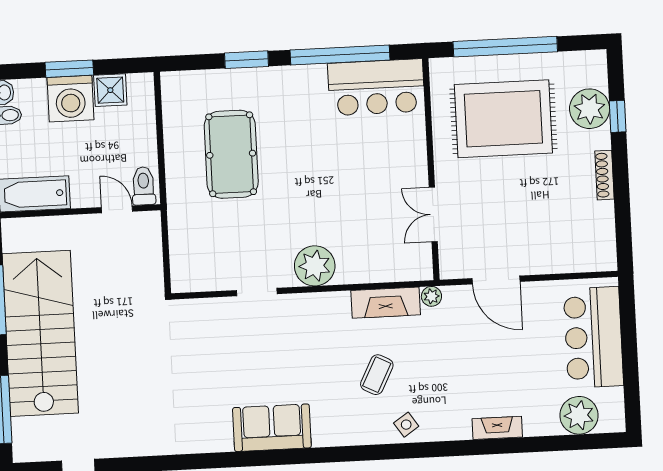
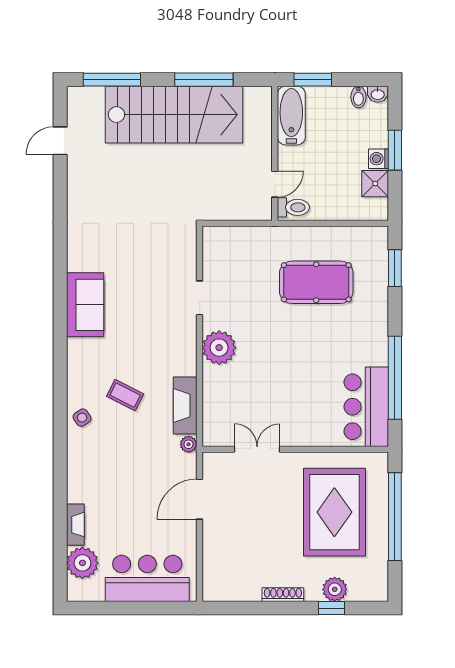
window: (247, 60) -> (395, 268), moved
washing machine: (70, 99) -> (379, 159), width x0.53, depth x0.53
plant: (590, 109) -> (335, 589), width x0.73, depth x0.73
fireplace: (497, 428) -> (75, 525), moved

